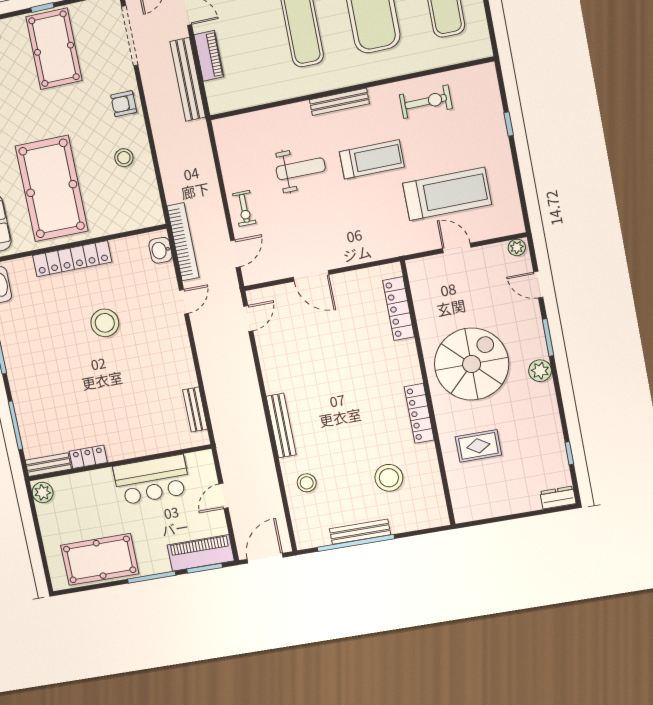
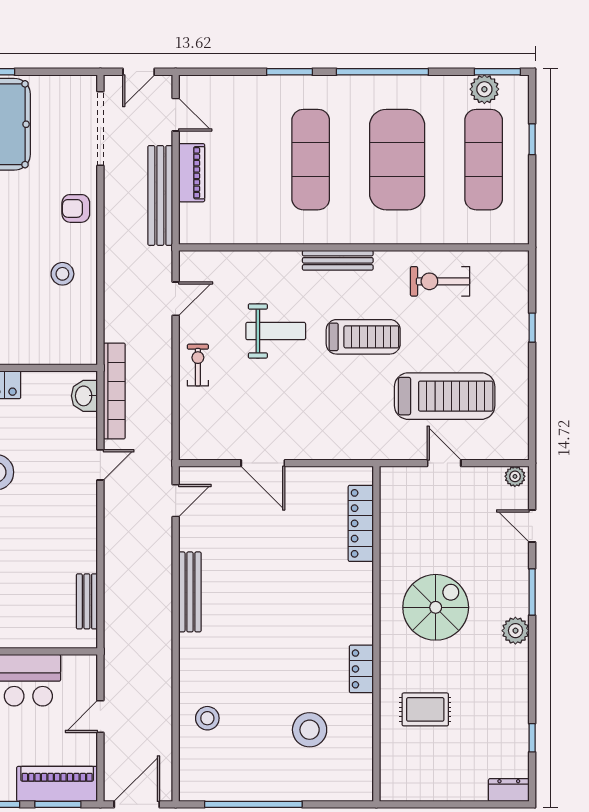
exercise bike: (426, 102) -> (440, 281), turned 180
exercise bike: (244, 208) -> (198, 365), turned 180
door: (235, 254) -> (176, 299), moved
spiral stairs: (472, 364) -> (436, 607), width x0.73, depth x0.73
locker: (419, 413) -> (361, 669), width x0.66
bench: (281, 426) -> (190, 592), moved
bench: (360, 532) -> (261, 791), removed

